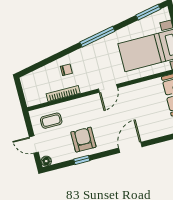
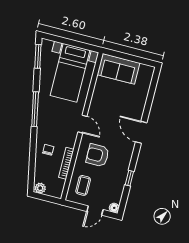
plant: (27, 82) -> (40, 188), added
armchair: (83, 140) -> (98, 155), moved

